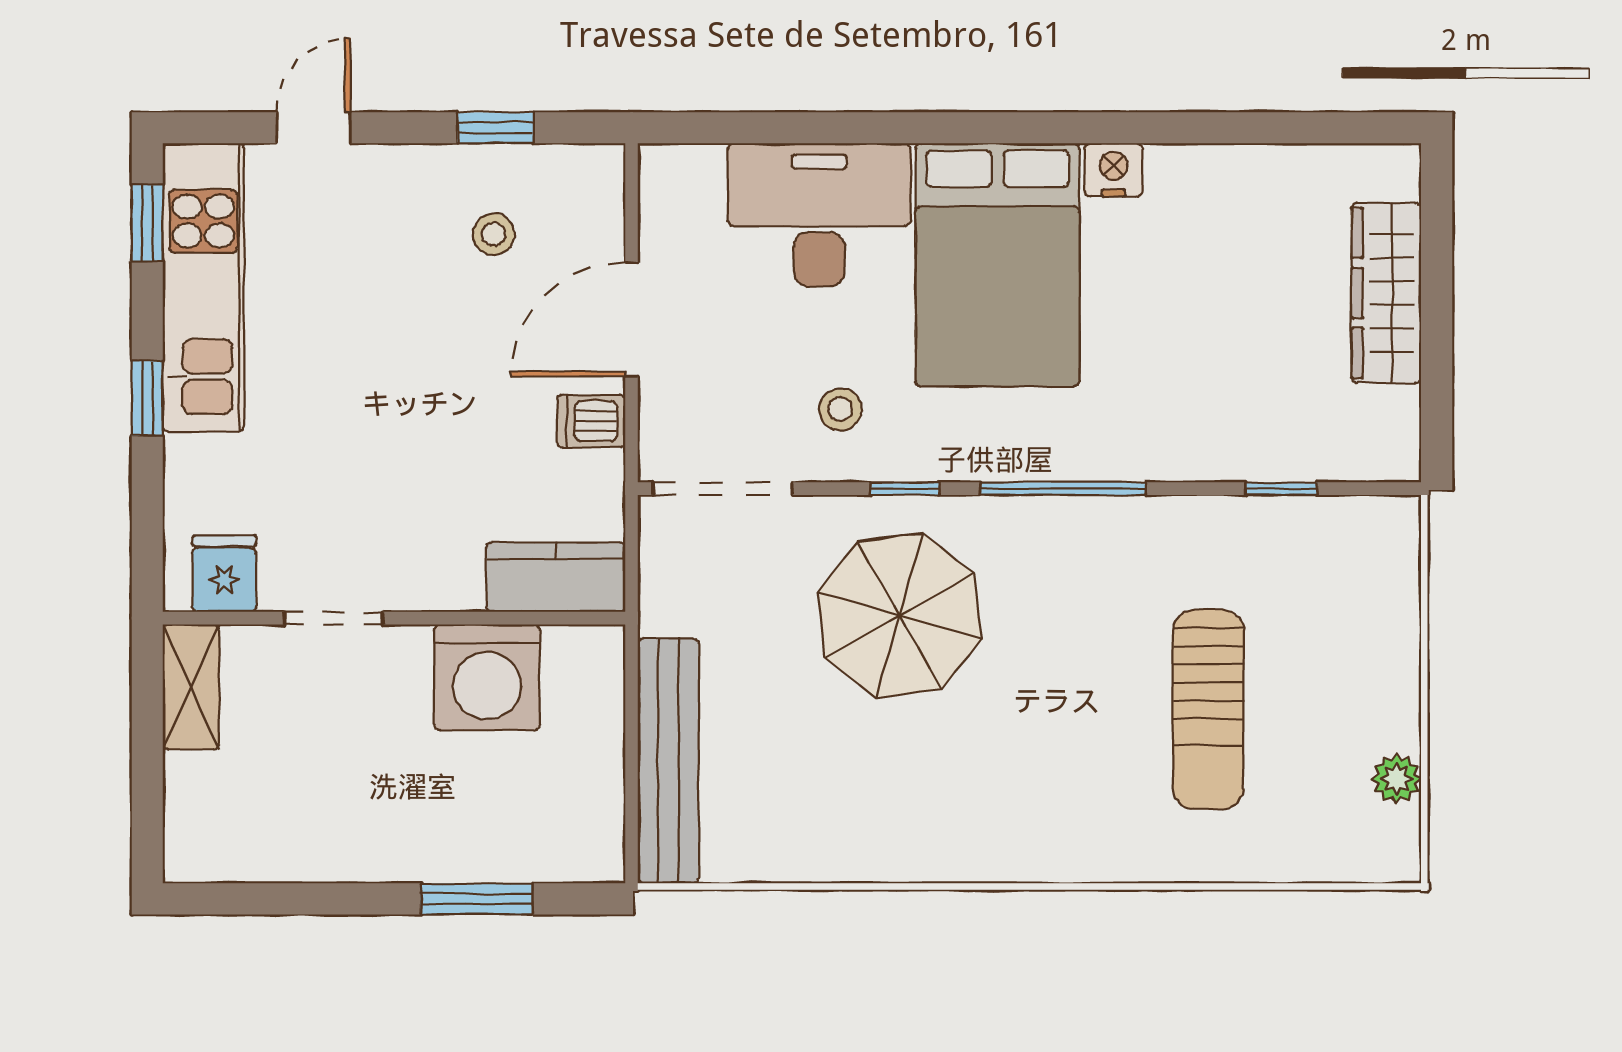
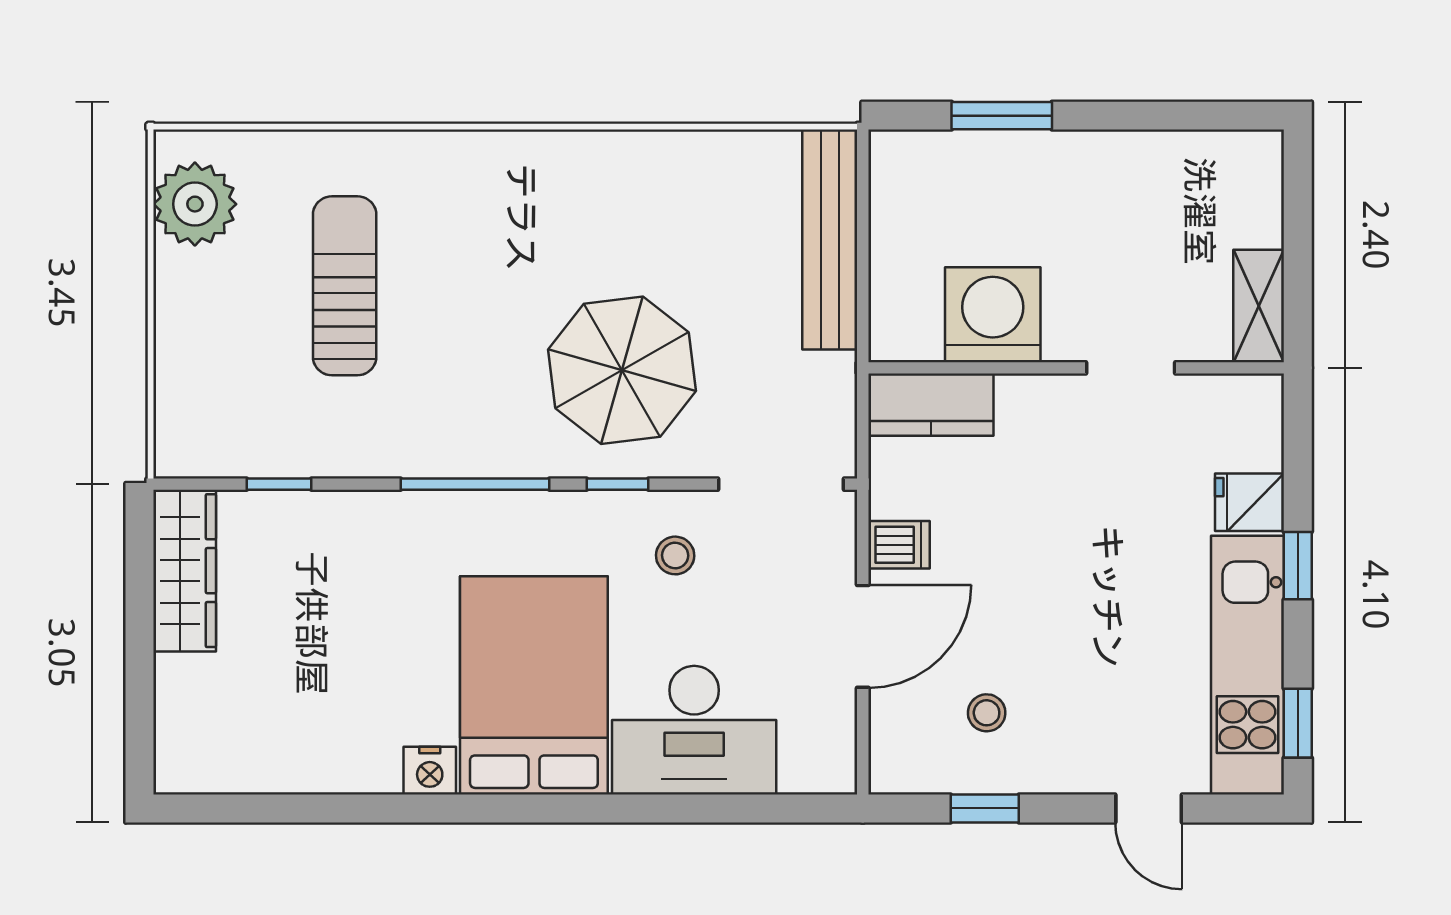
door: (313, 128) -> (1149, 808), hinge flipped
wardrobe: (1386, 293) -> (185, 571), moved
fridge: (224, 574) -> (1250, 502), moved, turned 90
plant: (1396, 779) -> (195, 204), width x1.88, depth x1.88

